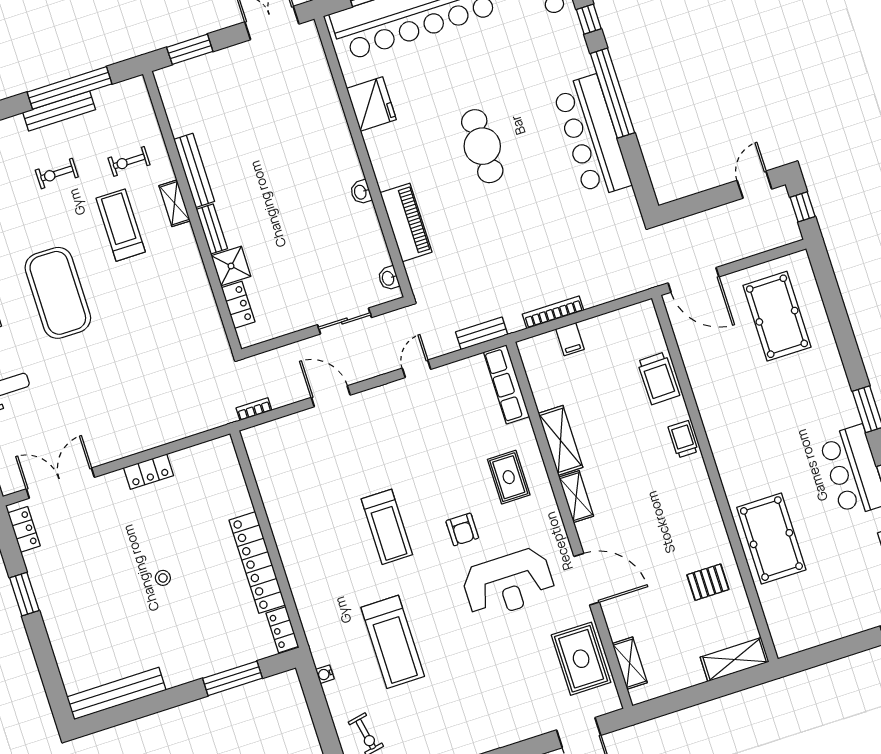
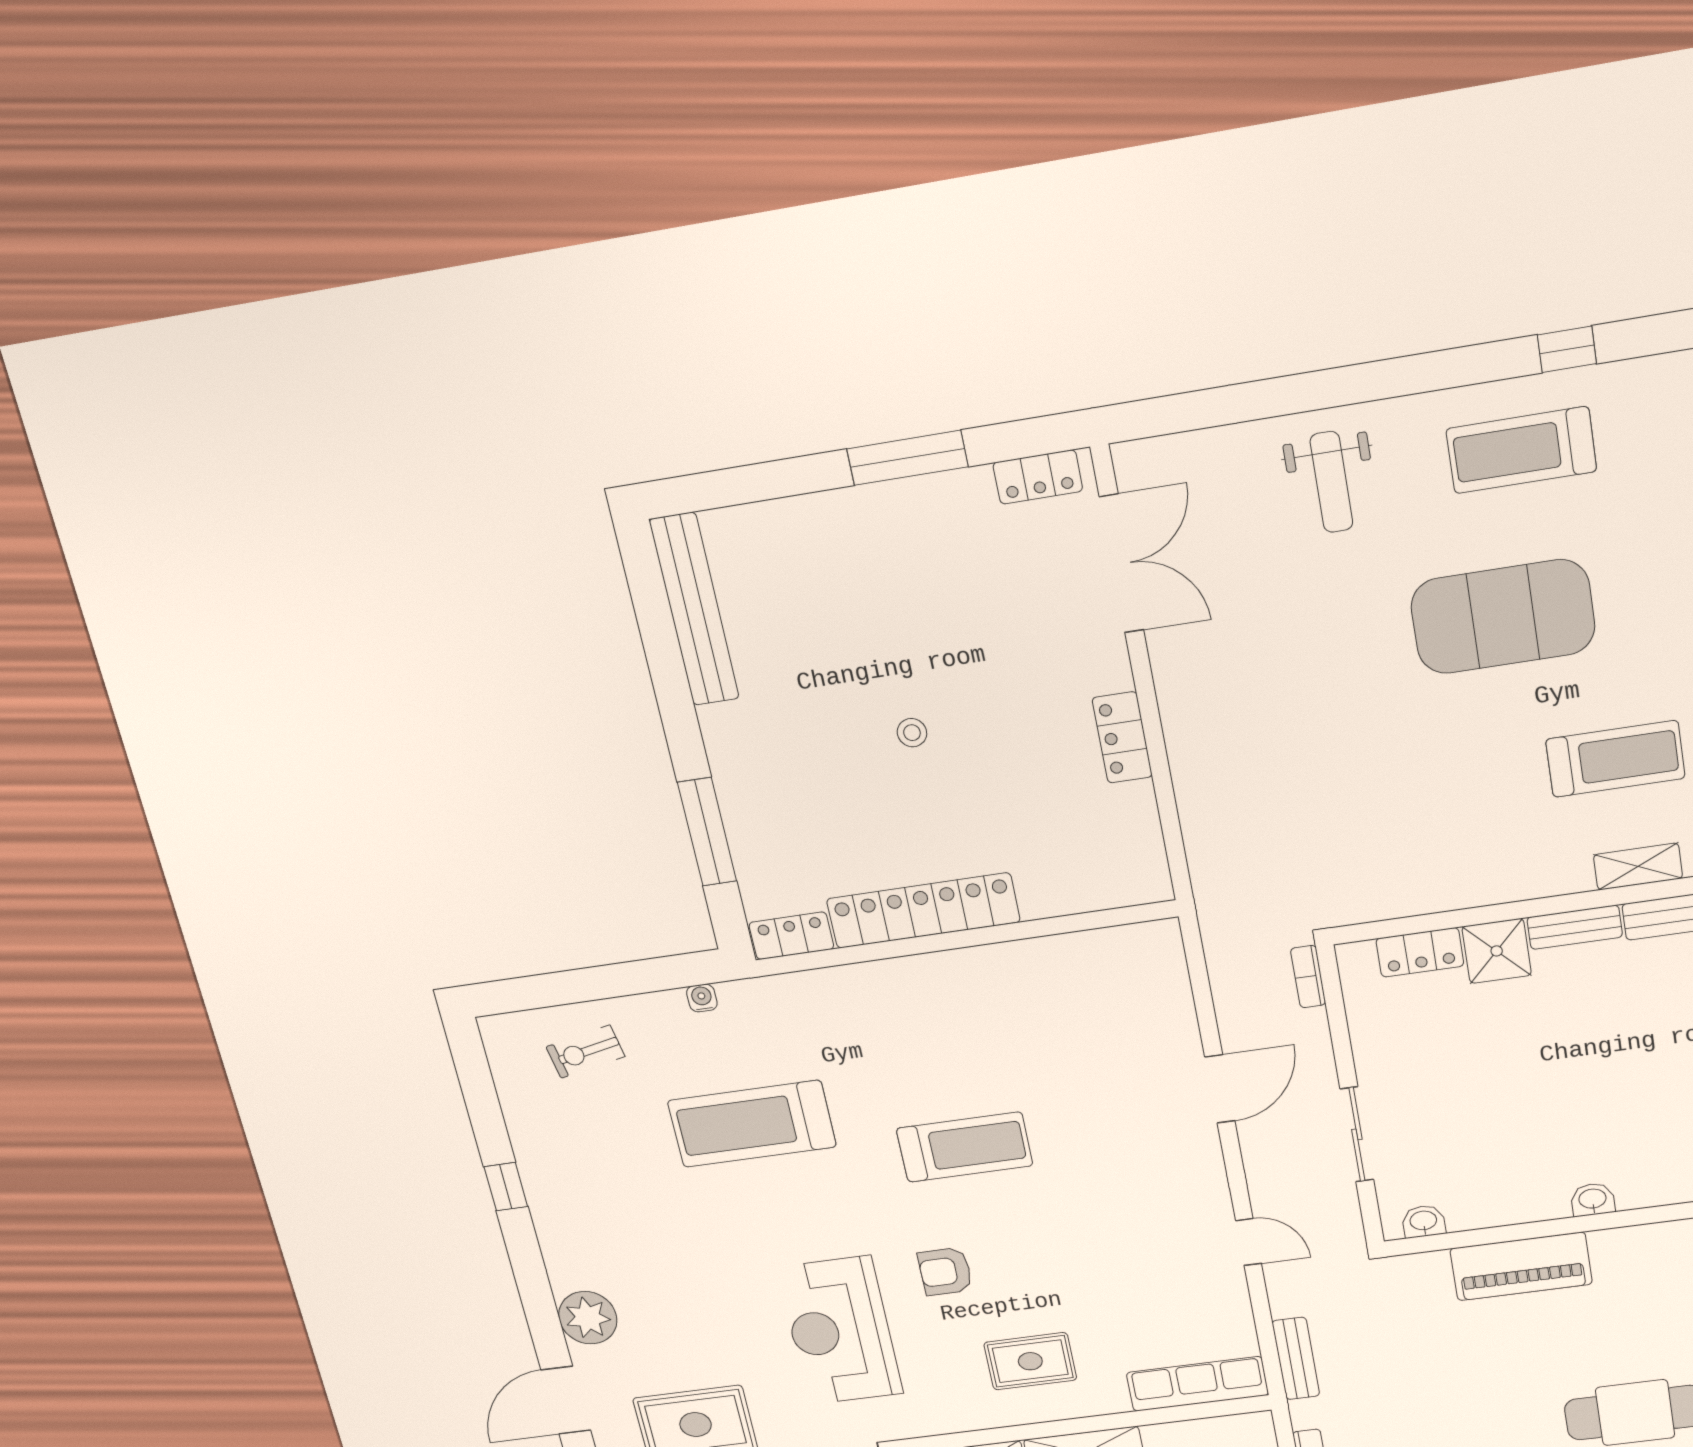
bookcase: (254, 409) -> (1308, 977), moved, turned 180
treadmill: (387, 527) -> (965, 1147), turned 180
window: (24, 594) -> (907, 458), width x1.44
plant: (525, 723) -> (588, 1318), added

